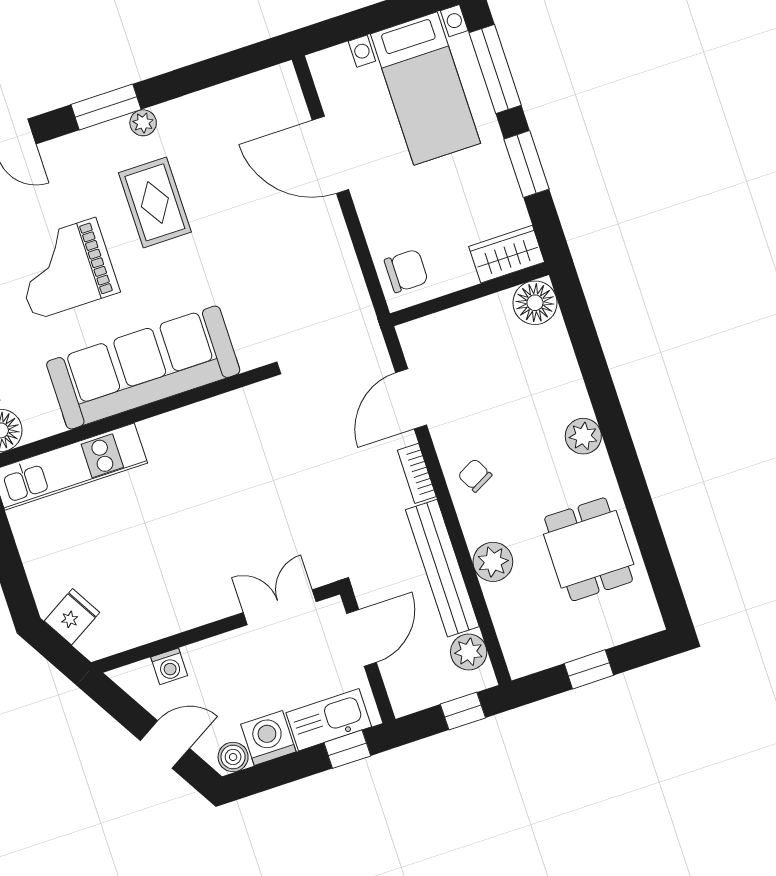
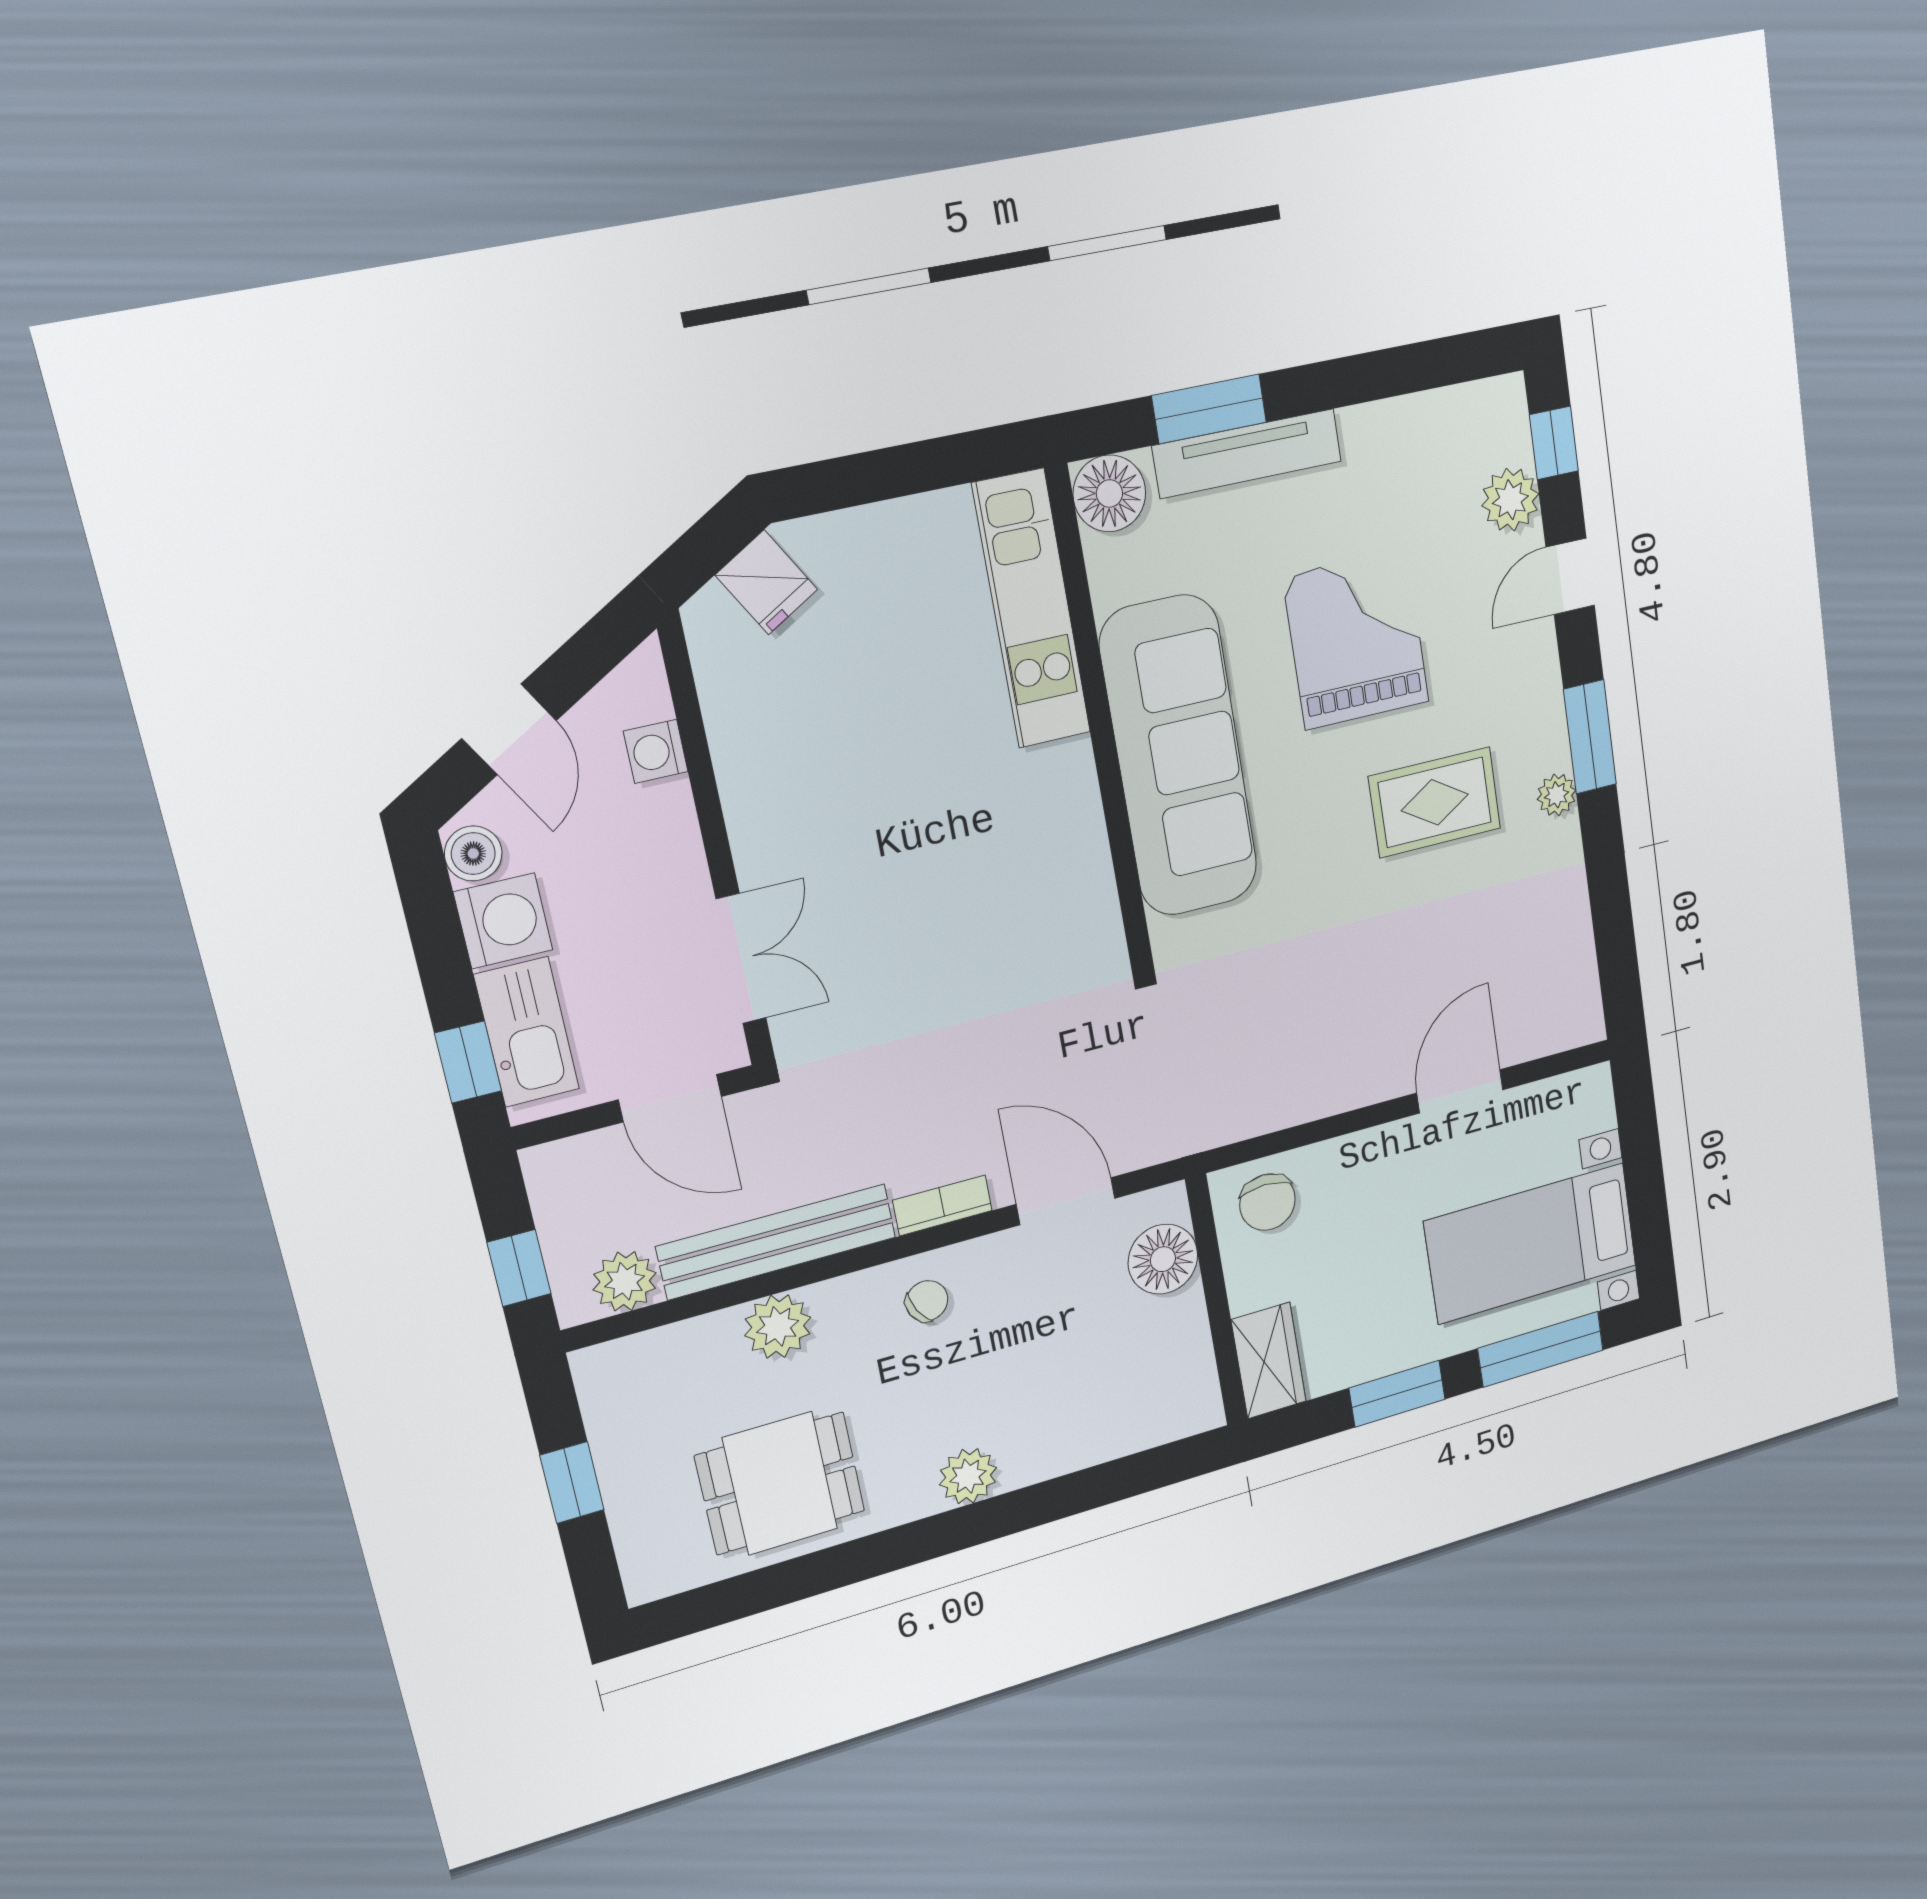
door: (330, 155) -> (1460, 1091), width x0.73
floor lamp: (535, 303) -> (1163, 1259), moved

